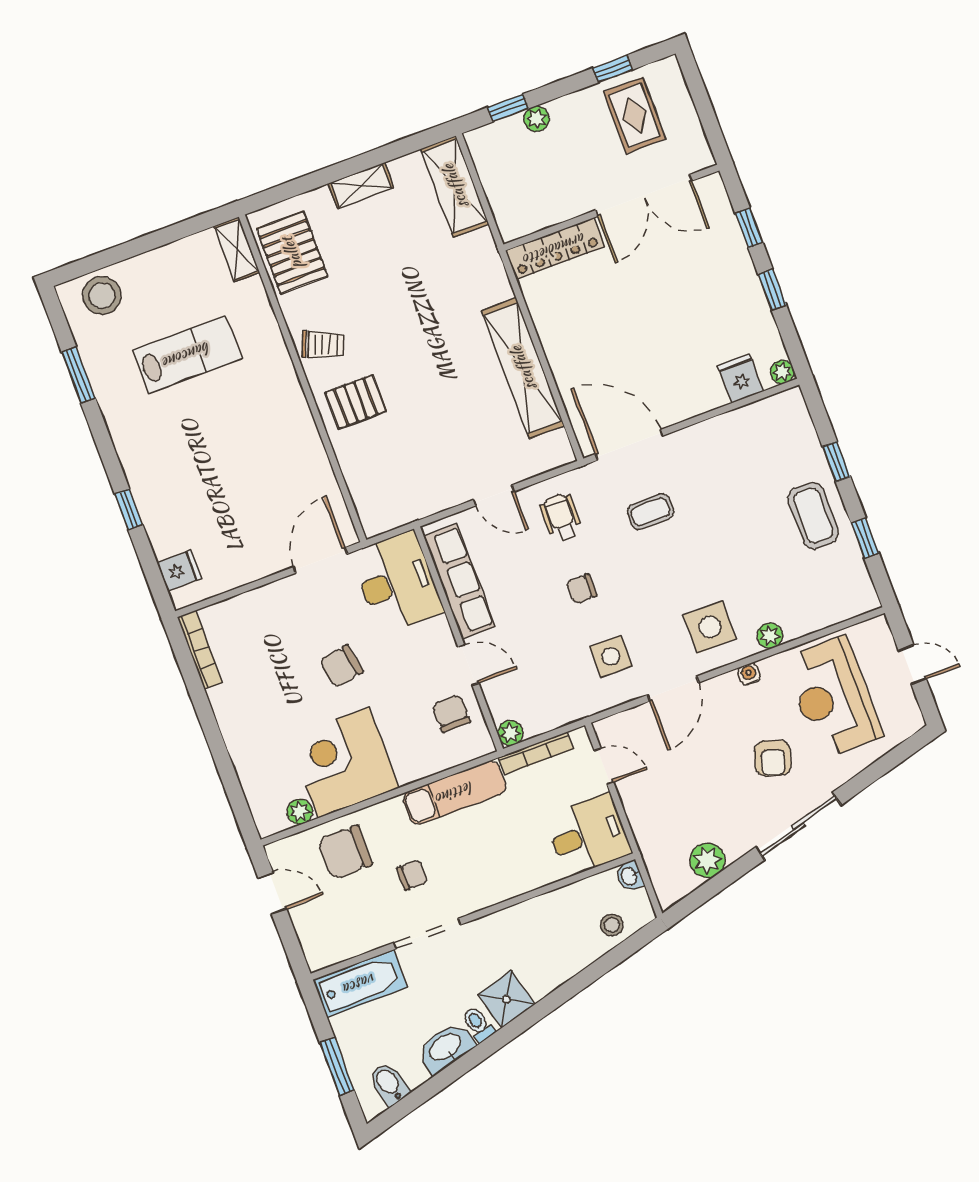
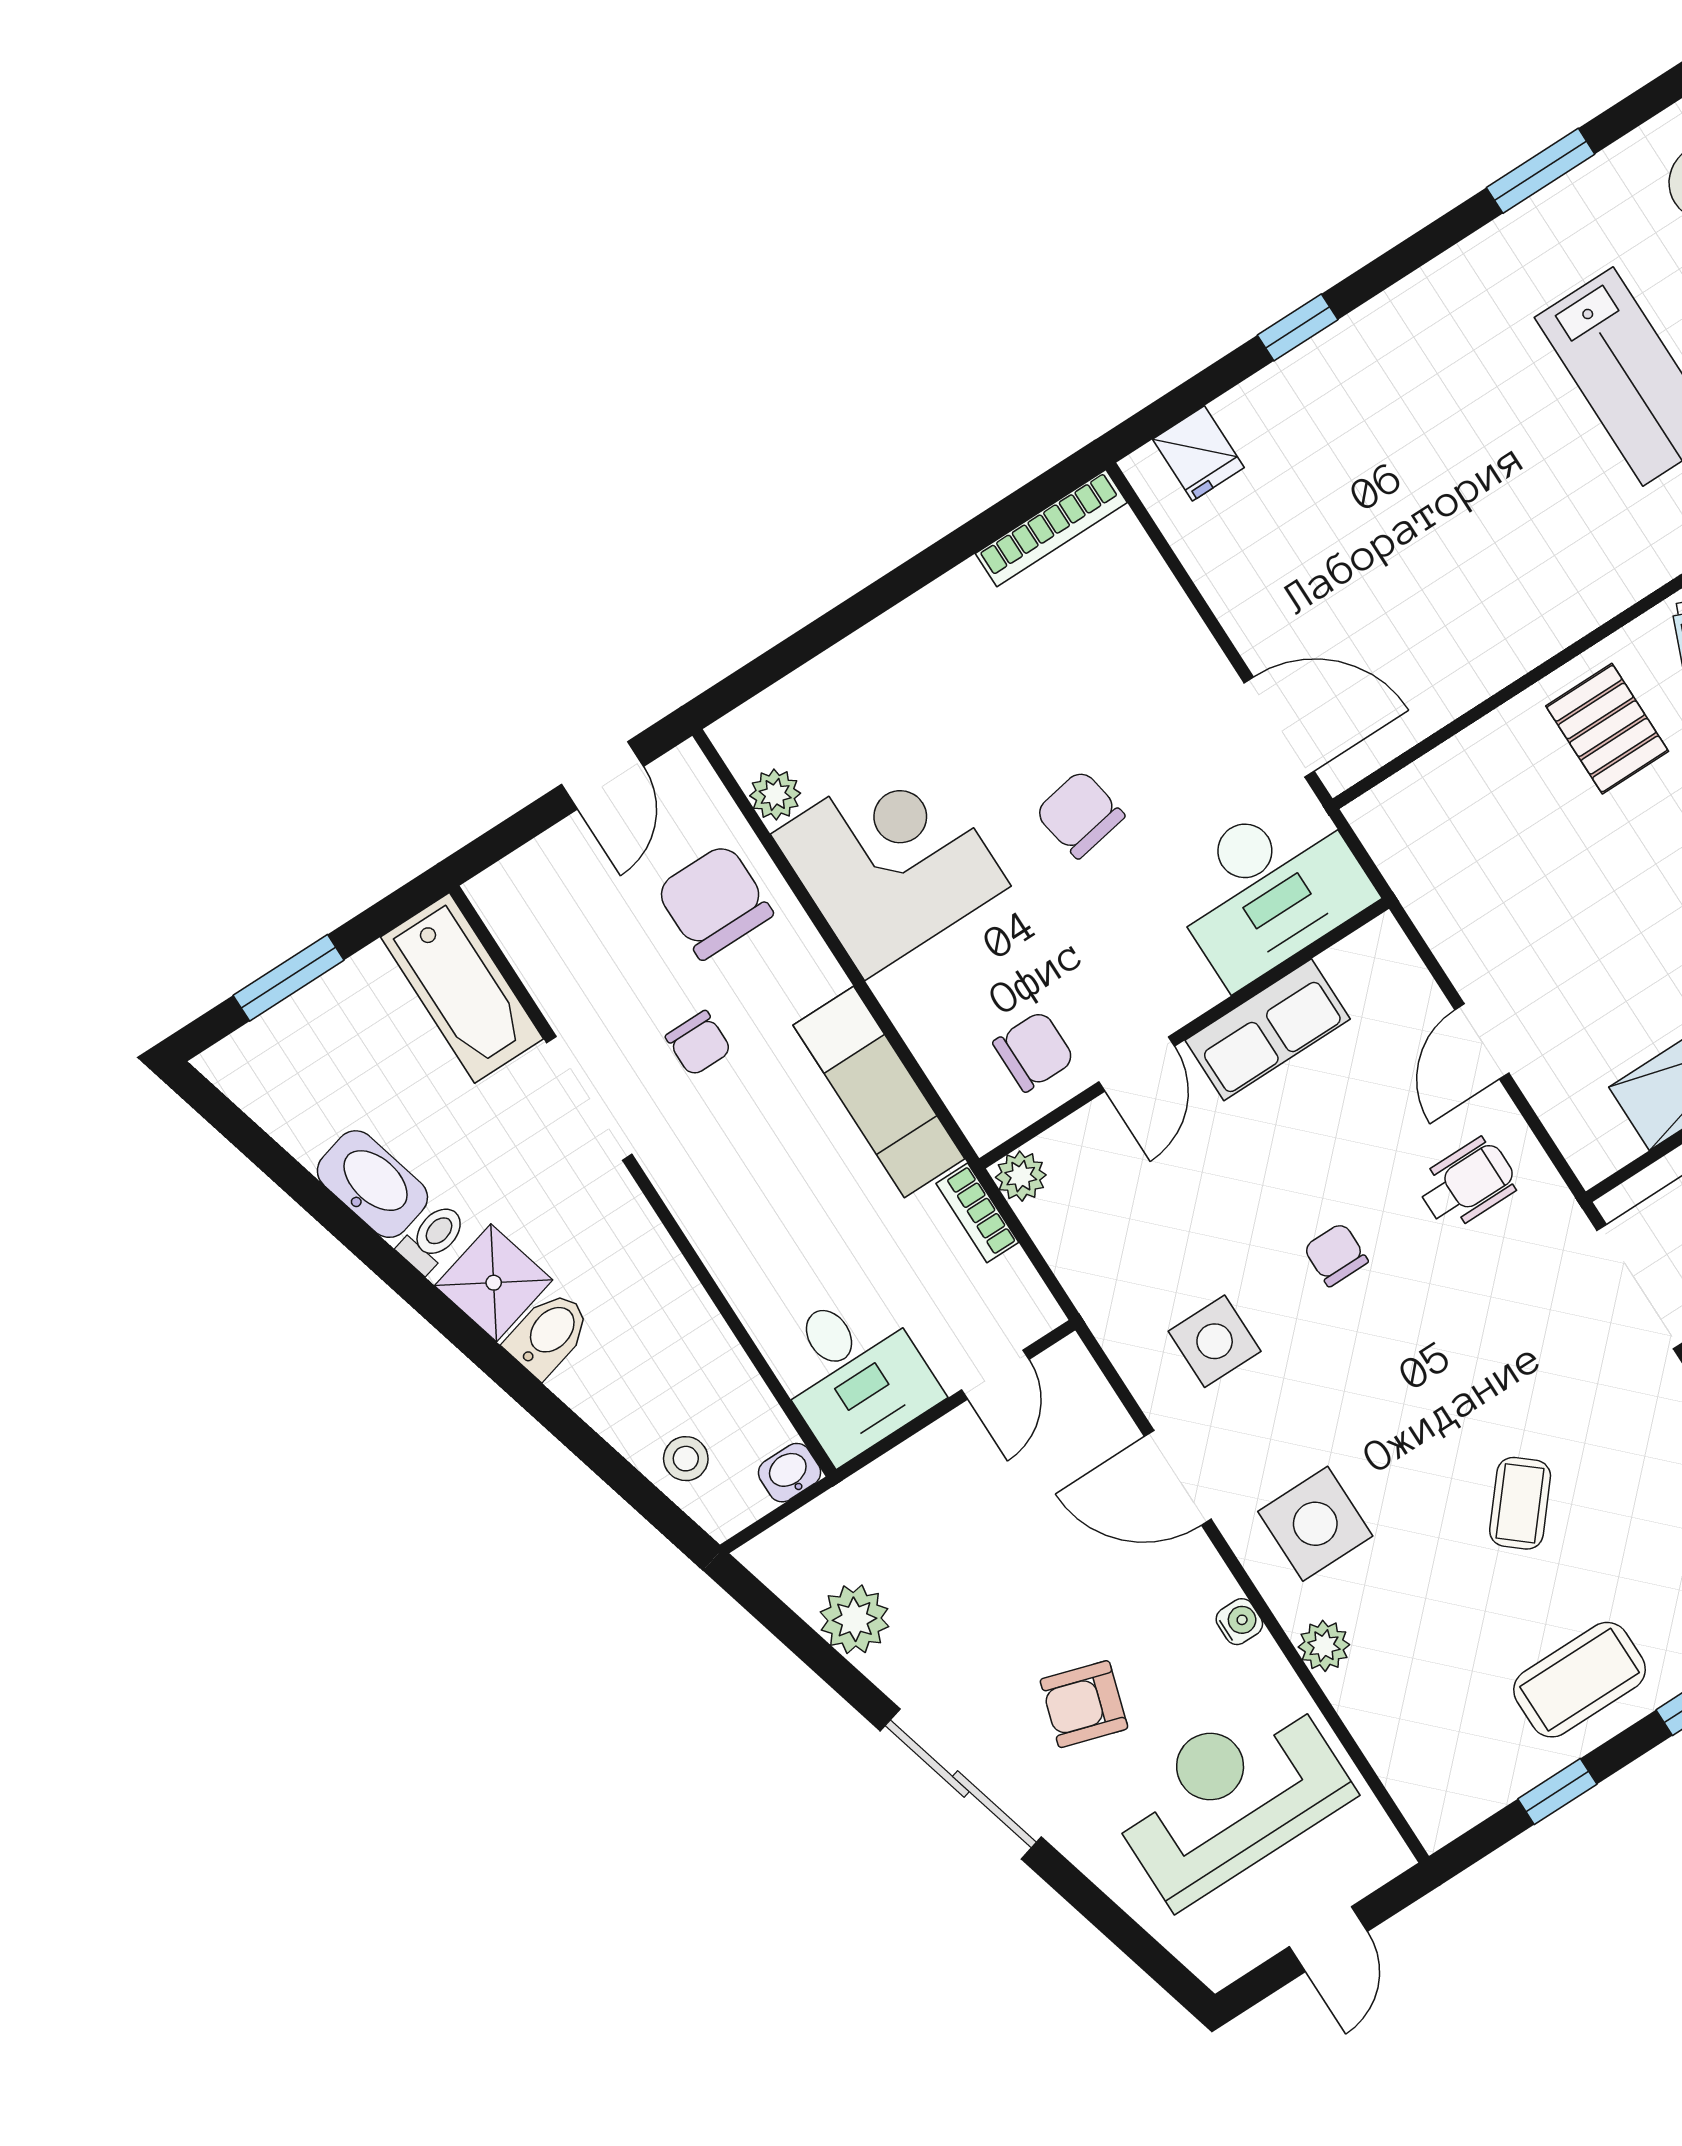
coffee table: (650, 512) -> (1520, 1503), moved, turned 40
row of seats: (459, 581) -> (1268, 1030), width x0.68
bookcase: (536, 753) -> (977, 1213), width x0.64
bidet: (389, 1084) -> (548, 1334), moved

